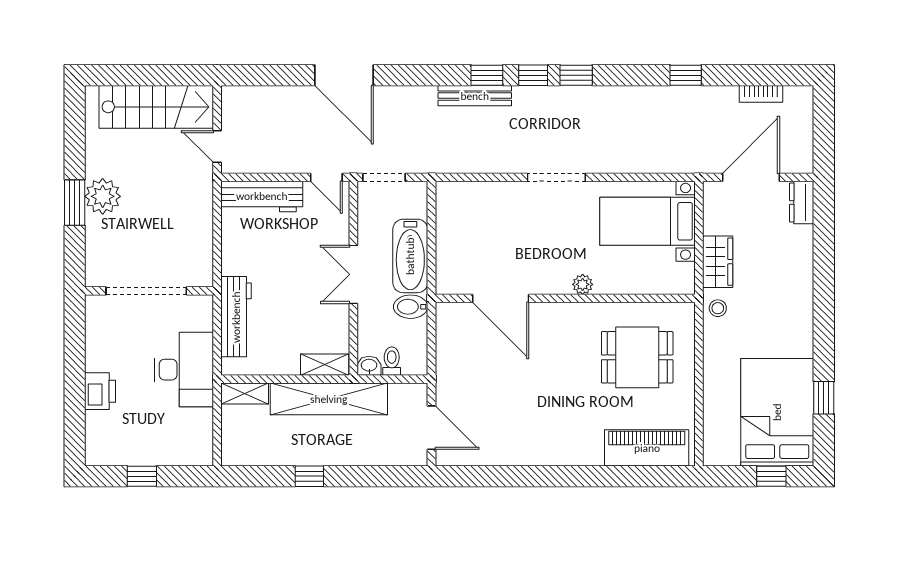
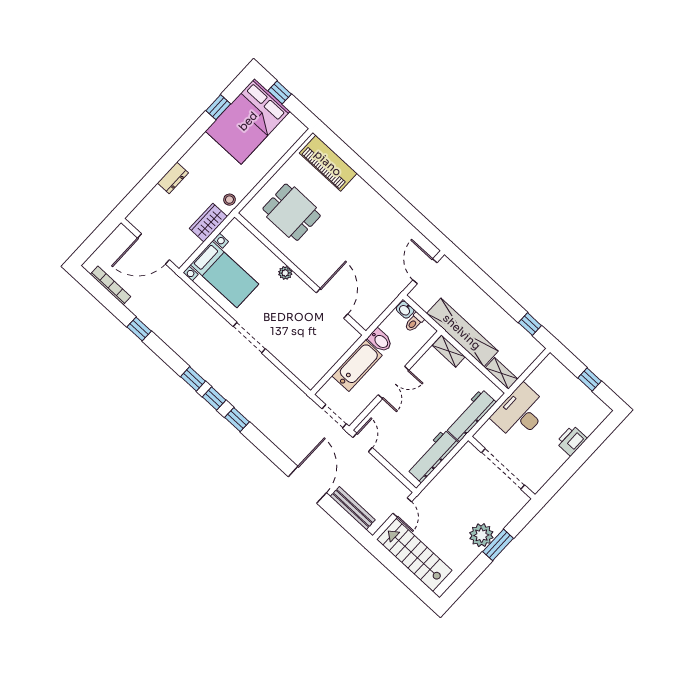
bookcase: (761, 94) -> (110, 285), width x1.56
bench: (475, 96) -> (353, 508), moved
workbench: (262, 196) -> (433, 456), moved, turned -90
dresser: (802, 202) -> (173, 178), moved
washbasin: (369, 366) -> (405, 310), moved
window: (309, 476) -> (530, 324), moved

